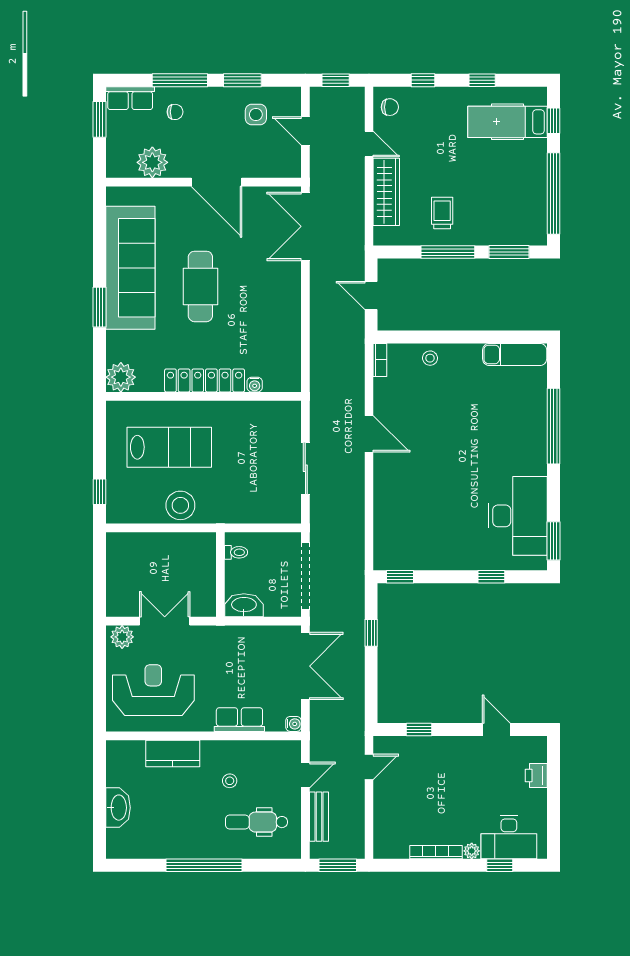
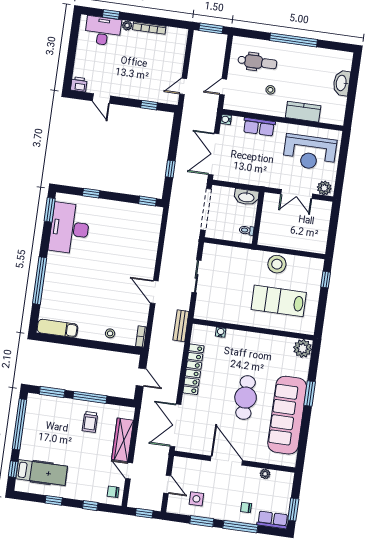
plant: (152, 162) -> (265, 474), width x0.53, depth x0.53
double door: (305, 226) -> (176, 425), swing flipped
locker: (205, 380) -> (193, 369), moved, turned -90
printer: (536, 775) -> (79, 84), moved, turned -90
bench: (319, 817) -> (181, 326), moved

